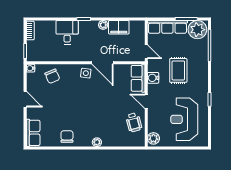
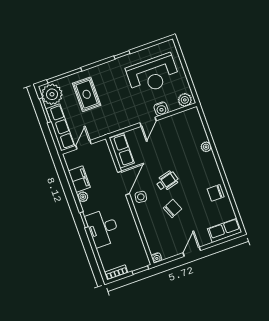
desk: (67, 32) -> (103, 228), width x1.37
door: (146, 52) -> (83, 145), moved
rug: (178, 70) -> (87, 94), moved, turned 90
chair: (52, 76) -> (173, 209), moved
row of seats: (138, 78) -> (122, 151), moved, turned -90
water cooler: (153, 78) -> (161, 109), moved
wheelchair: (134, 122) -> (167, 181), moved
plant: (97, 142) -> (206, 147), moved

